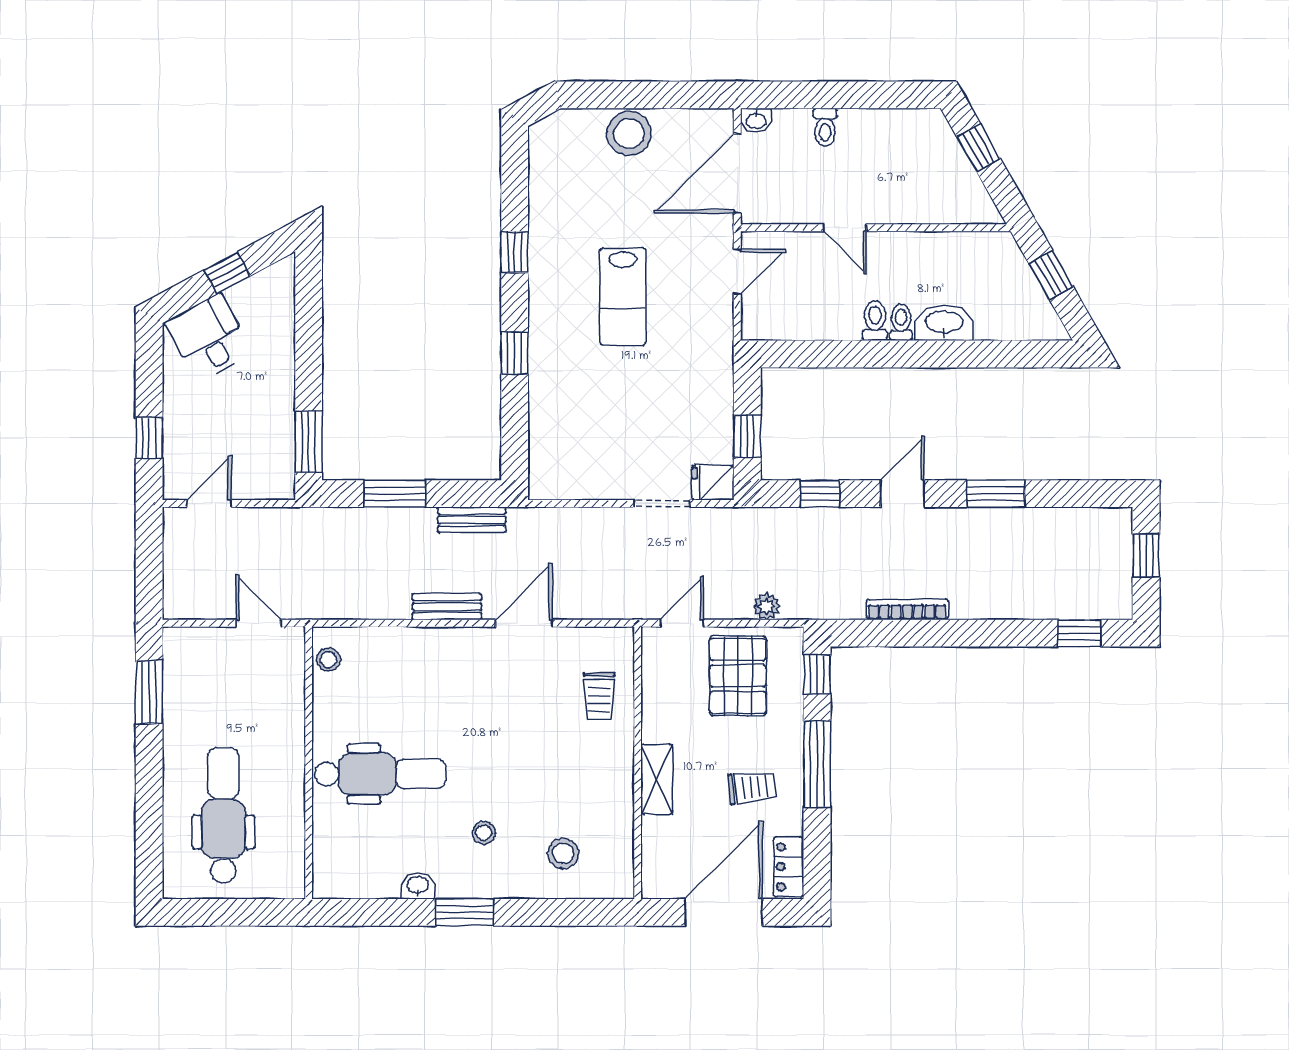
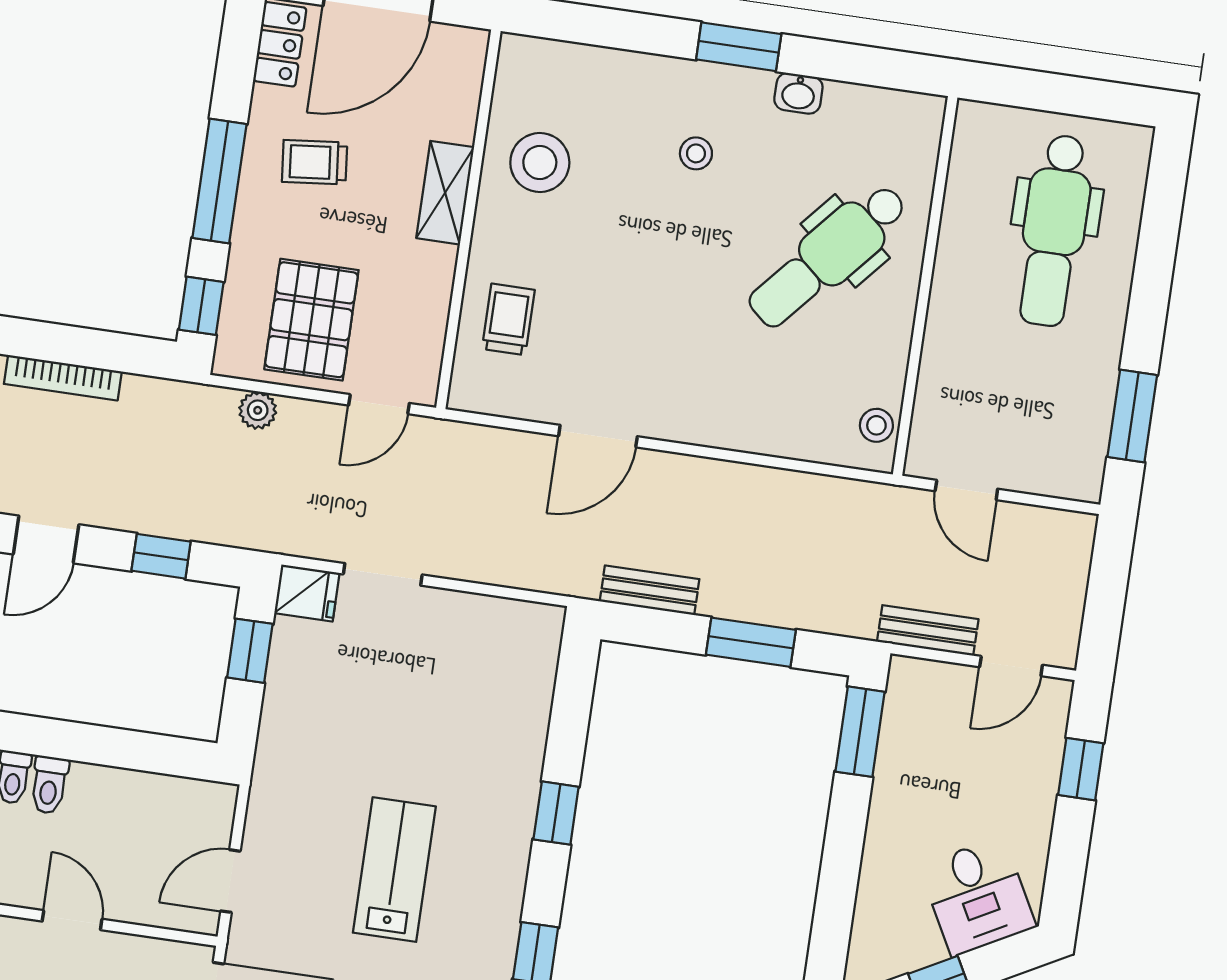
bench: (447, 607) -> (928, 630), moved
dental chair: (380, 774) -> (828, 256), turned -49
stool: (563, 853) -> (540, 162), moved, width x1.38, depth x1.38

